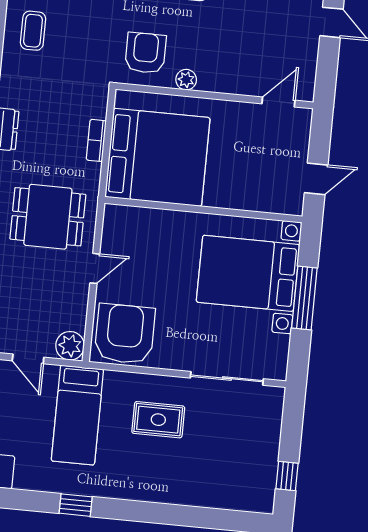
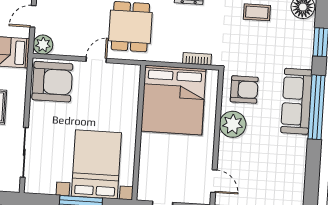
plant: (186, 80) -> (233, 124), width x1.87, depth x1.87
bookcase: (96, 140) -> (197, 59), moved
door: (95, 268) -> (96, 60), swing flipped

